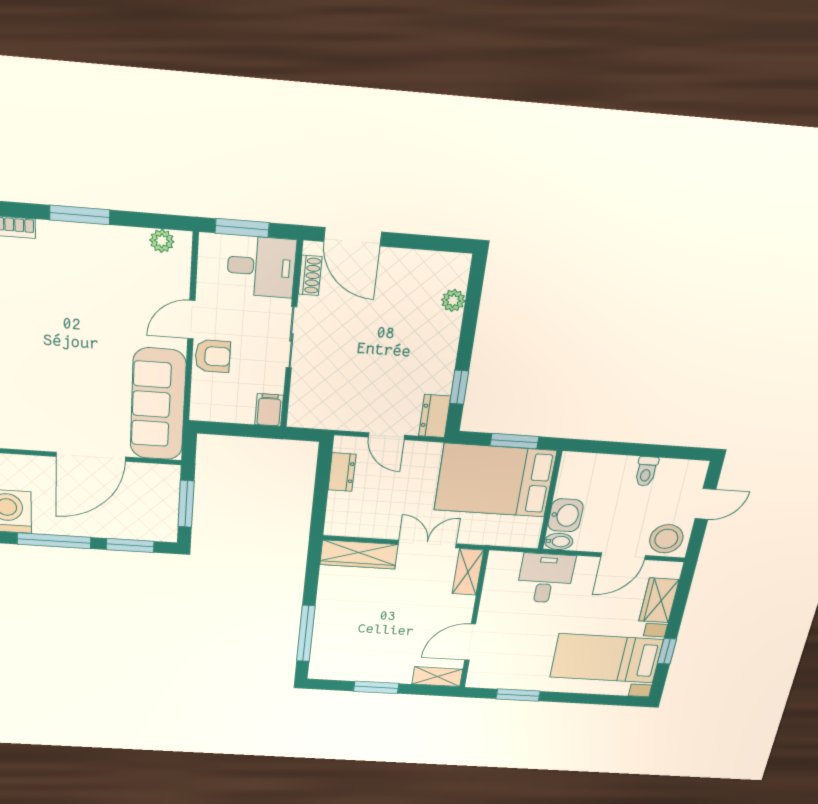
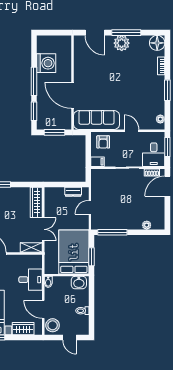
armchair: (213, 356) -> (103, 142), moved
window: (459, 387) -> (112, 232), width x2.17
dresser: (435, 416) -> (100, 225), removed
washbasin: (566, 515) -> (79, 283), moved

